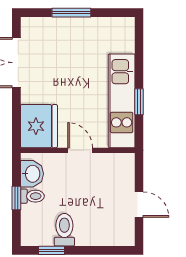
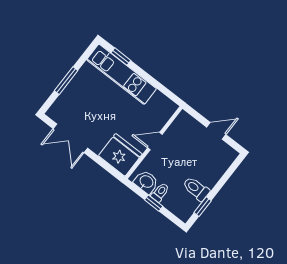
kitchen unit: (122, 101) -> (121, 74), moved
window: (139, 102) -> (121, 57), moved

